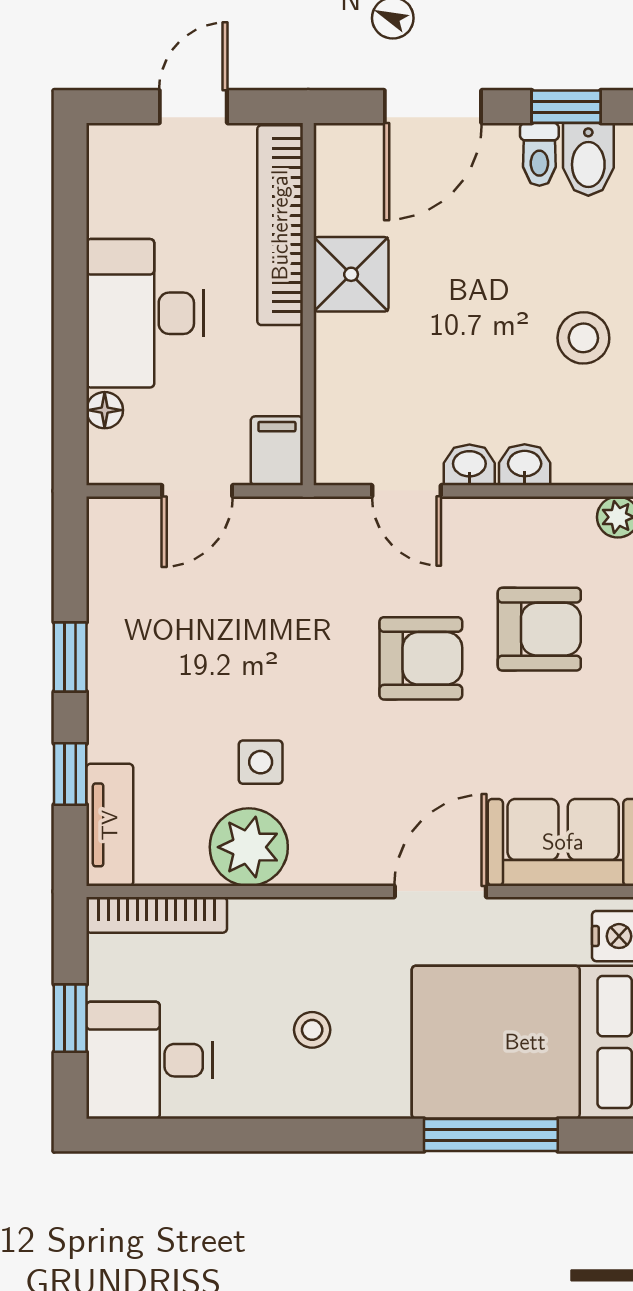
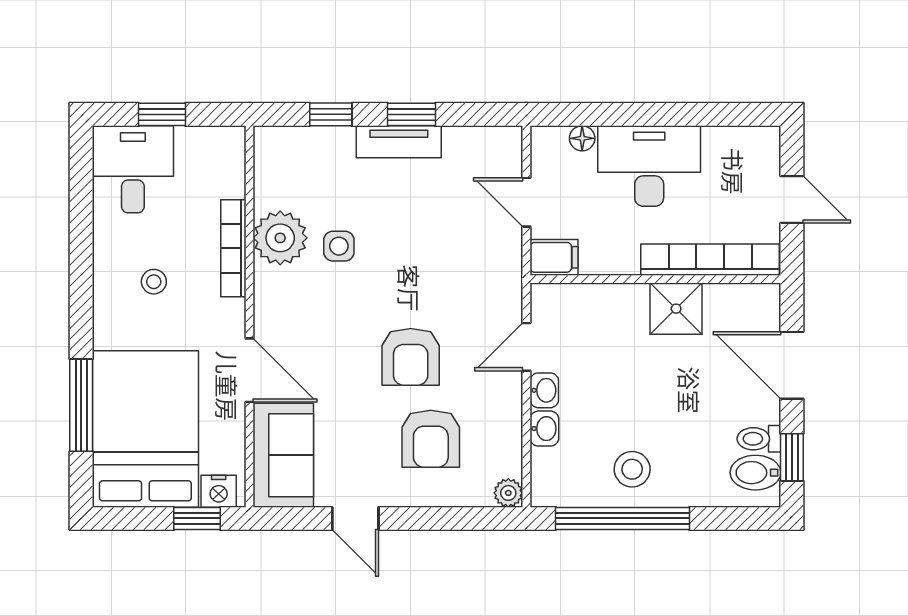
tv unit: (110, 825) -> (399, 142), moved
bookcase: (157, 915) -> (233, 248), moved

